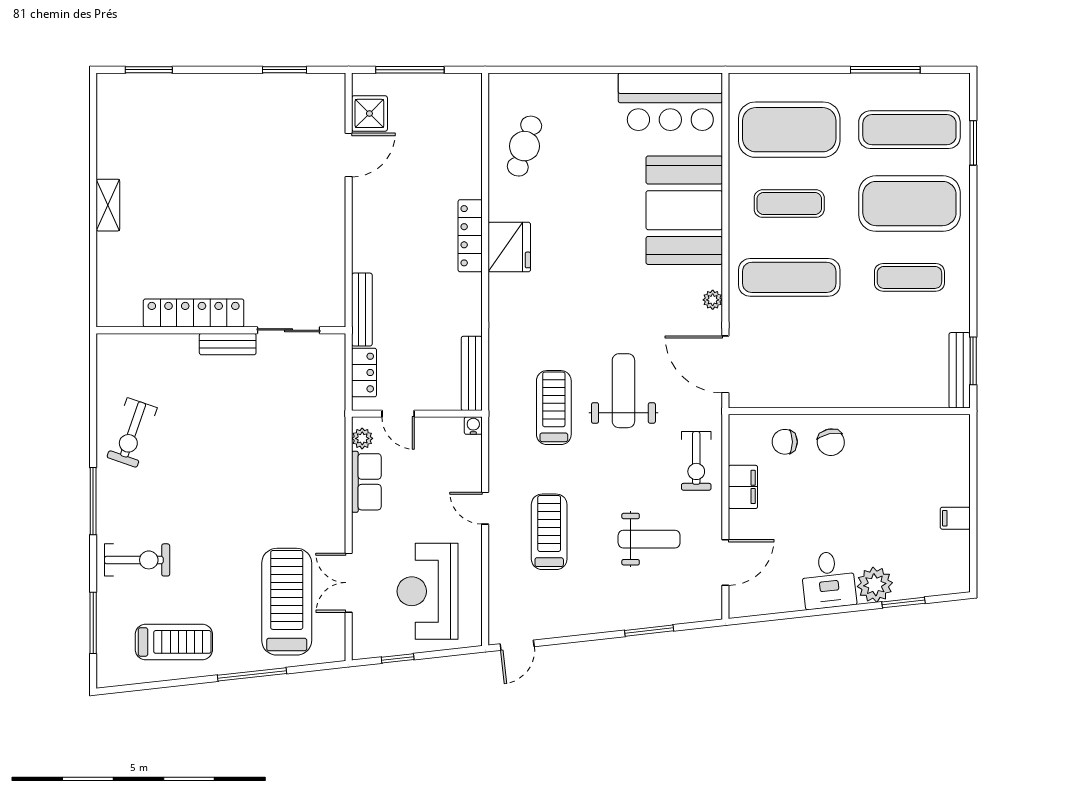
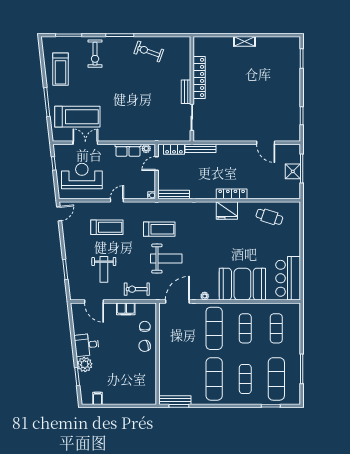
shower: (369, 113) -> (293, 171), moved
exercise mat: (789, 130) -> (276, 328), width x0.50, depth x0.69
exercise mat: (909, 204) -> (245, 379), width x0.50, depth x0.69
exercise mat: (909, 277) -> (214, 379), width x1.36, depth x1.45
filing cabinet: (955, 518) -> (97, 398), moved
door: (517, 645) -> (59, 214), swing flipped

